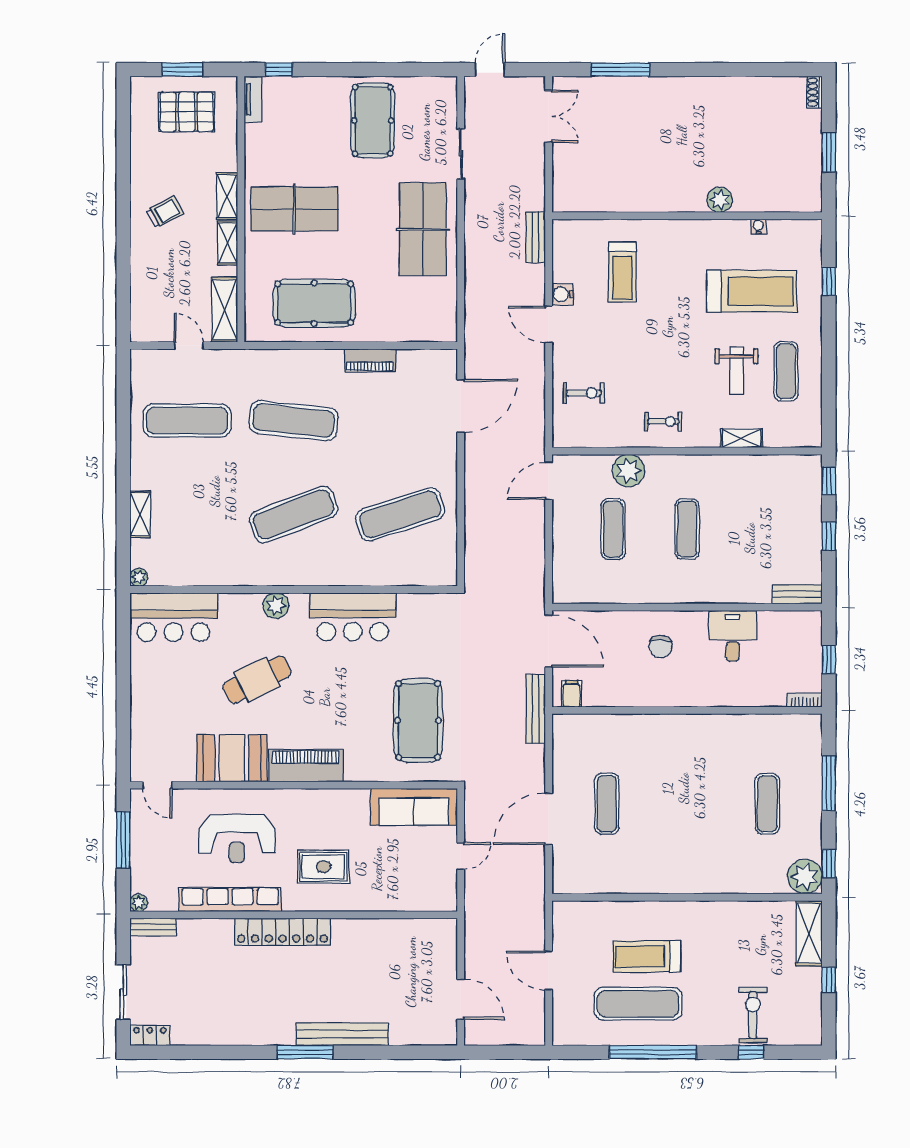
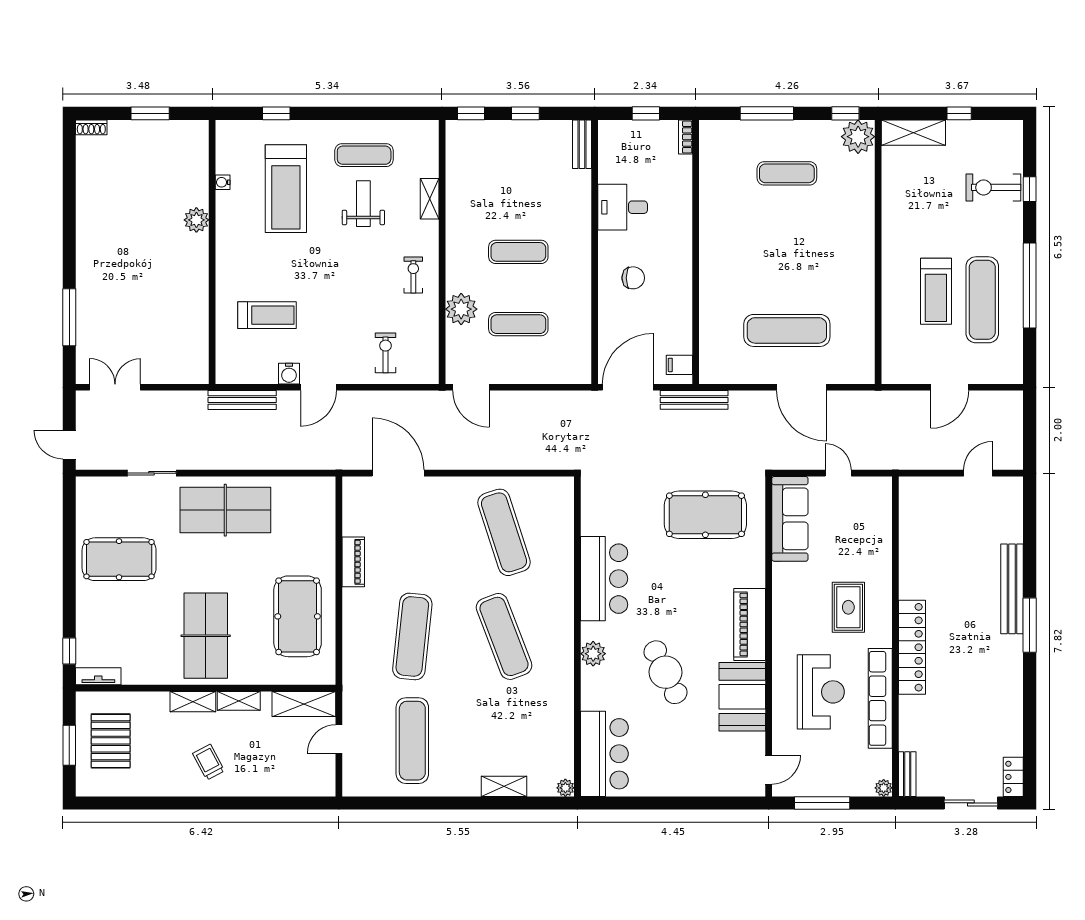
bench: (536, 237) -> (242, 400), width x1.36
treadmill: (752, 291) -> (286, 189), turned 180
weight bench: (736, 370) -> (363, 204), turned -90
exercise mat: (607, 804) -> (787, 330), width x1.36, depth x1.45
door: (461, 999) -> (978, 473), width x0.73

